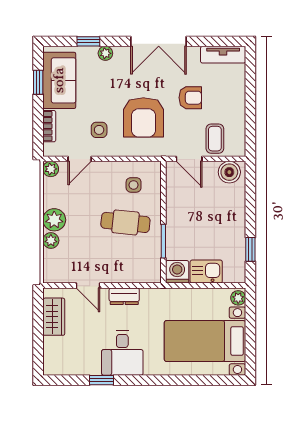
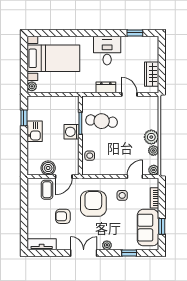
double door: (159, 41) -> (84, 253), width x0.73
plant: (105, 53) -> (107, 245), moved
door: (189, 159) -> (64, 177), swing flipped
boiler: (229, 172) -> (48, 168), moved
side table: (134, 185) -> (90, 156), moved
cafe table: (125, 222) -> (102, 121), moved
plant: (51, 241) -> (153, 151), moved
washing machine: (177, 272) -> (71, 132), moved, turned 90
kitchen sink: (206, 272) -> (35, 131), moved, turned -90
window: (101, 380) -> (135, 33), moved

